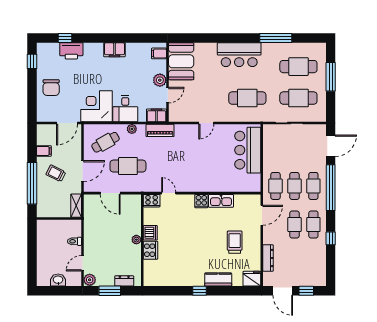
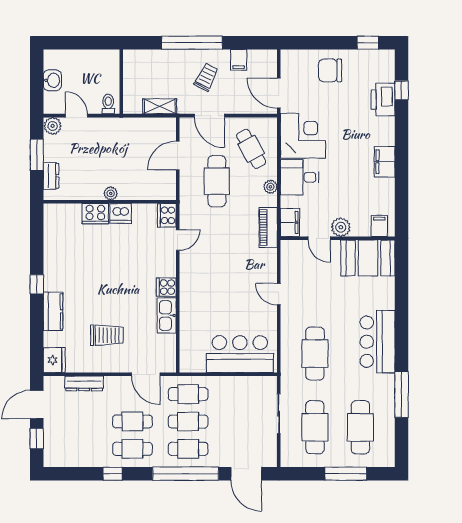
wall: (59, 218) -> (121, 82), moved

